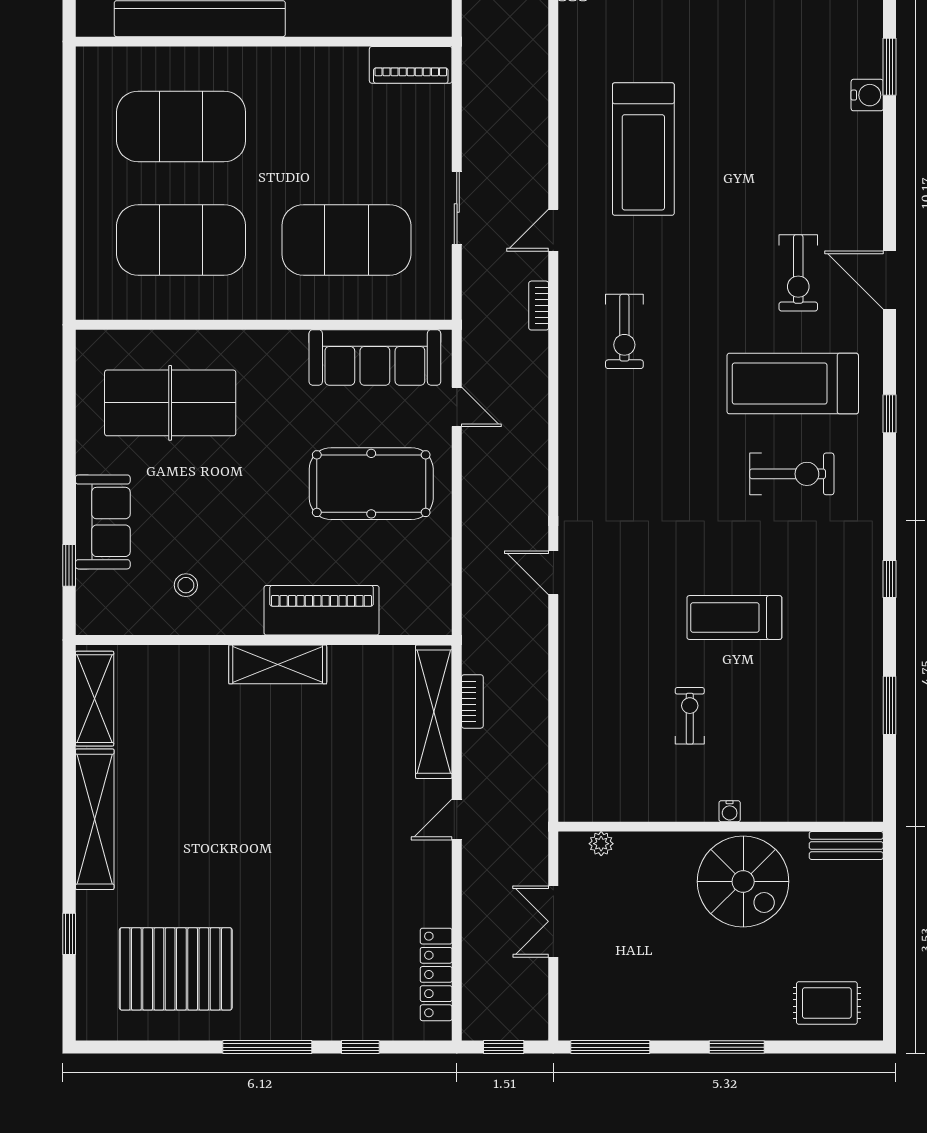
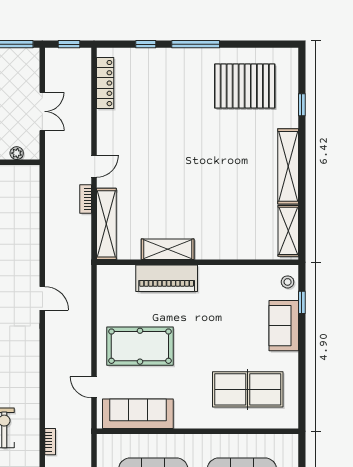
stool: (186, 585) -> (288, 282), moved
shelving: (278, 664) -> (168, 249), moved
bookcase: (472, 701) -> (86, 199), moved

